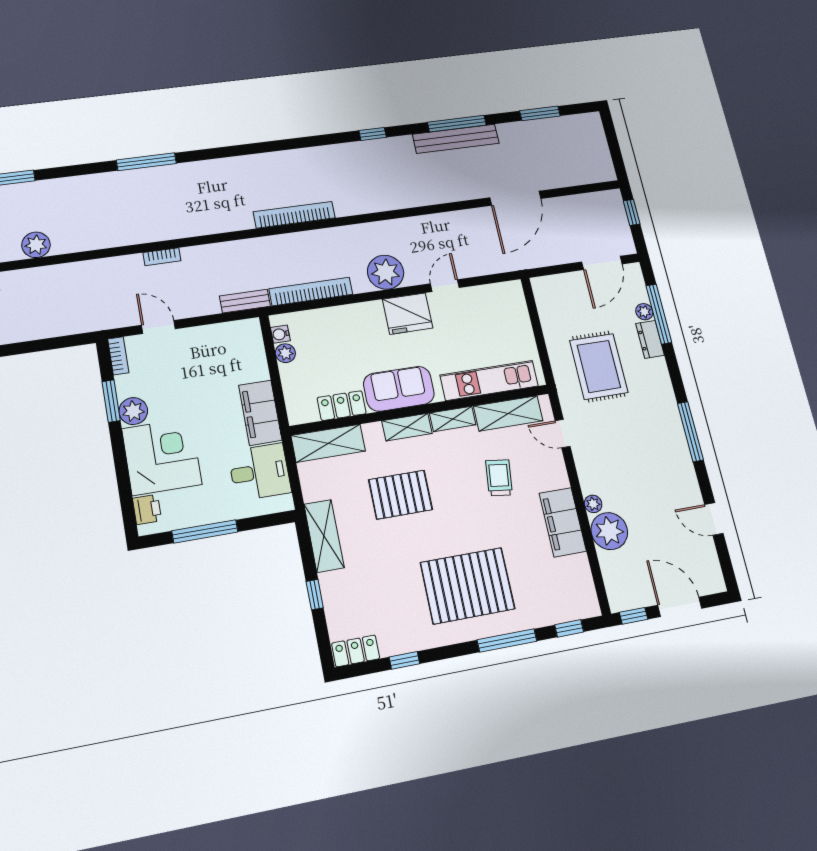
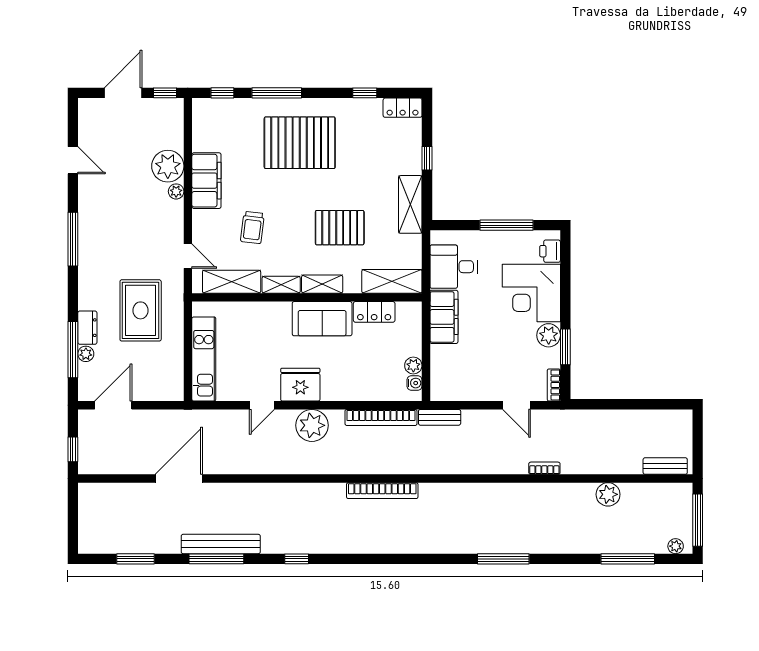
bookcase: (162, 257) -> (544, 468), moved
kitchen unit: (489, 381) -> (204, 359), moved, turned -90
door: (680, 607) -> (123, 93), swing flipped

